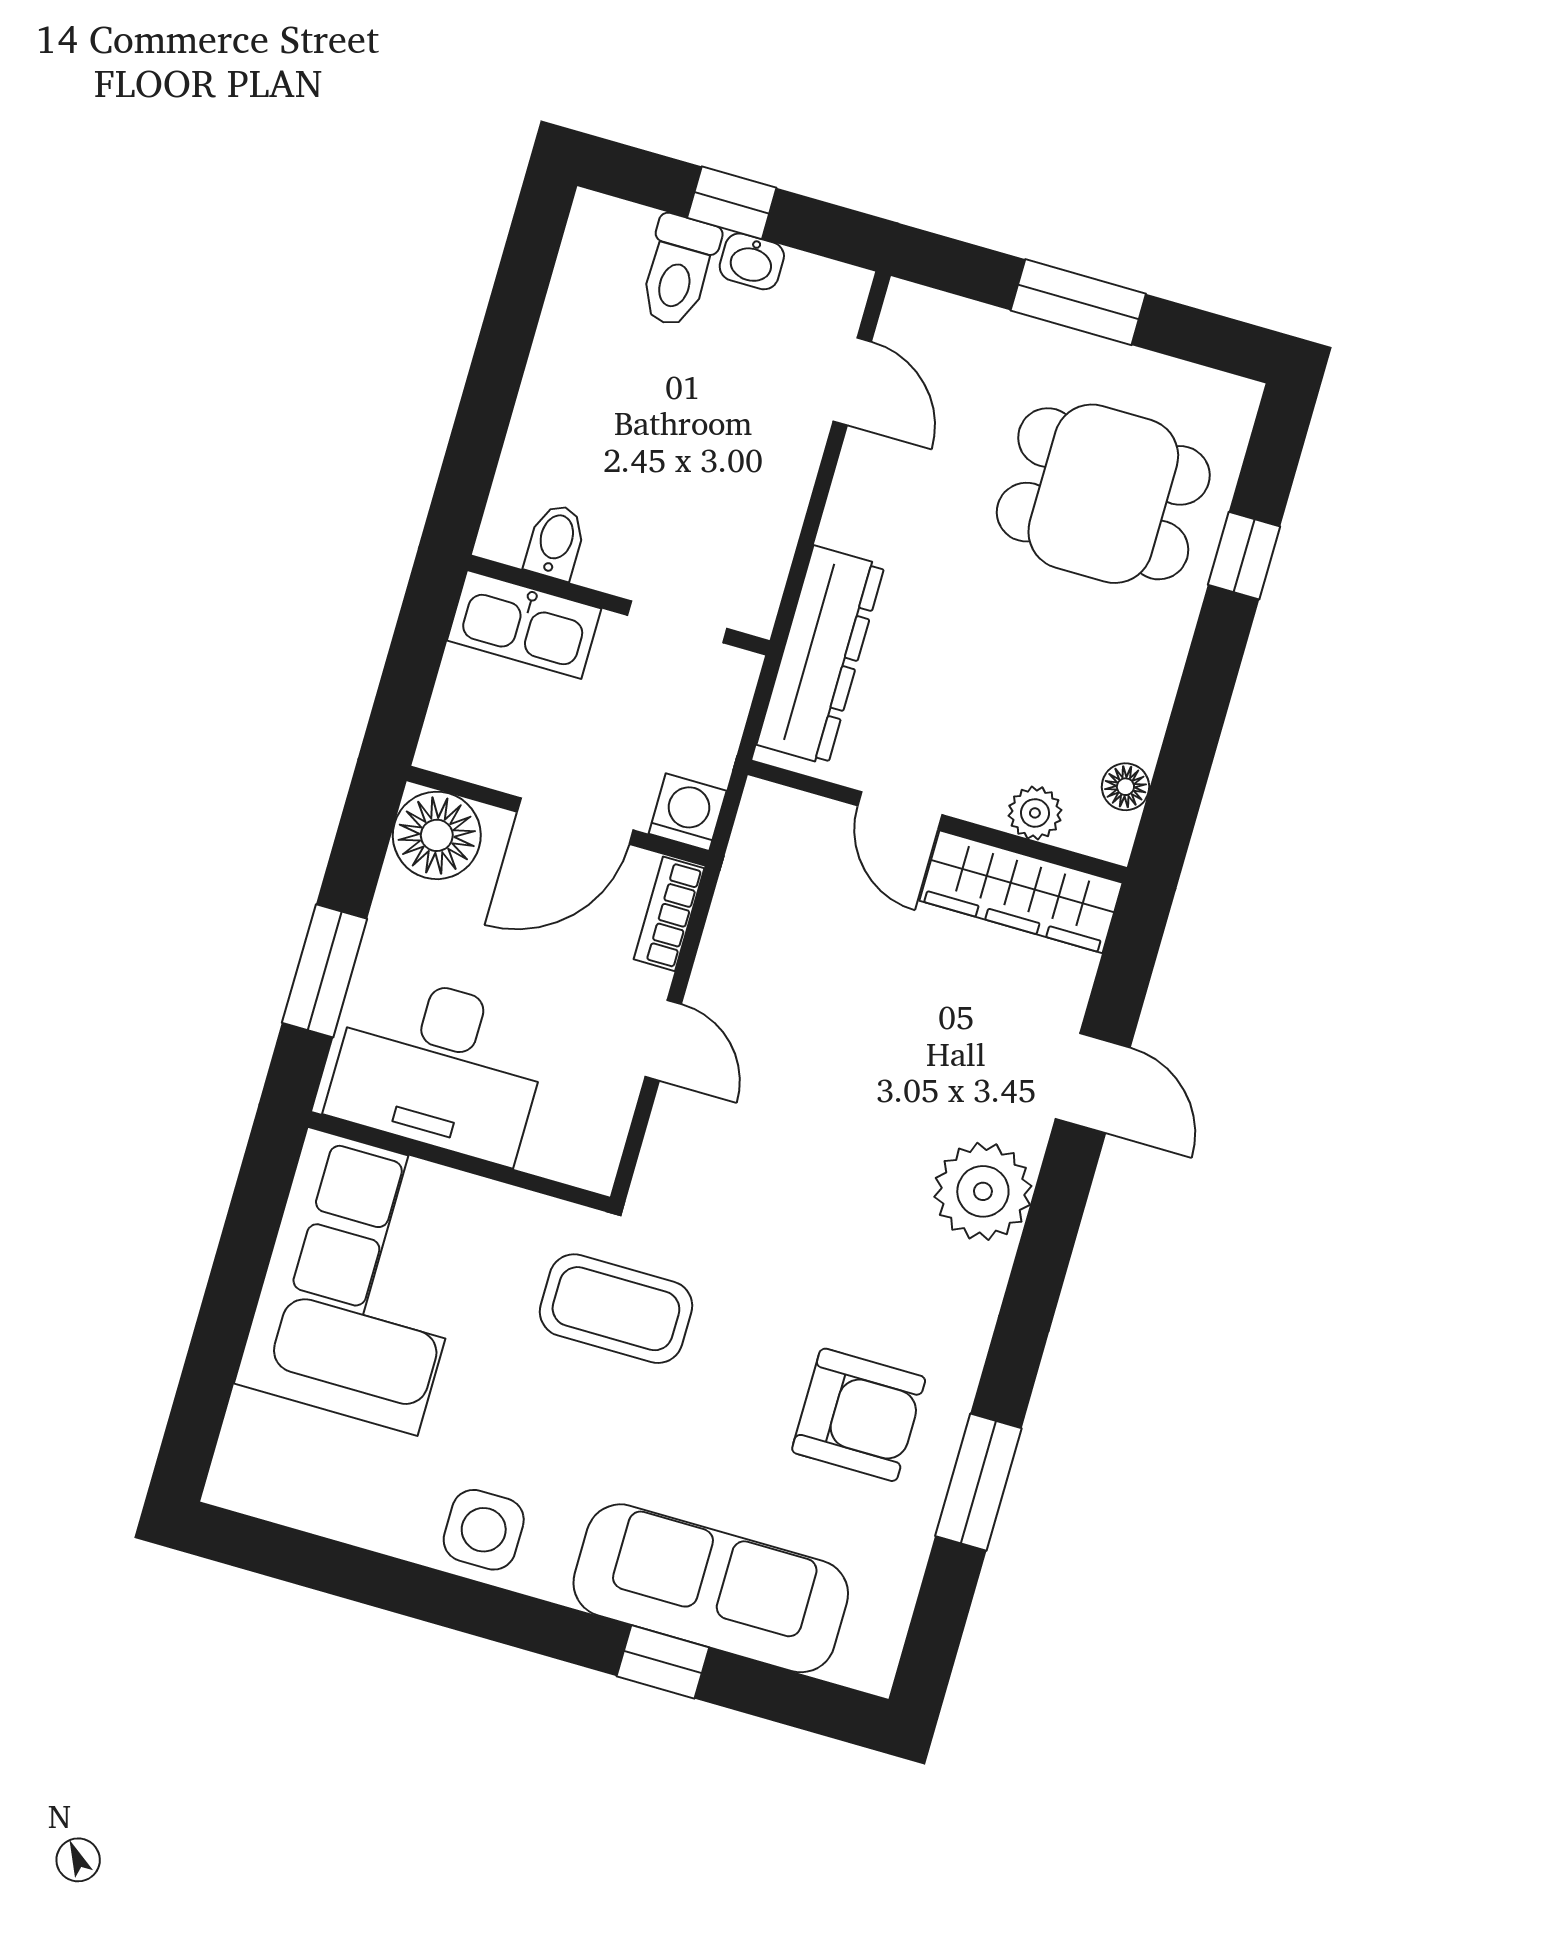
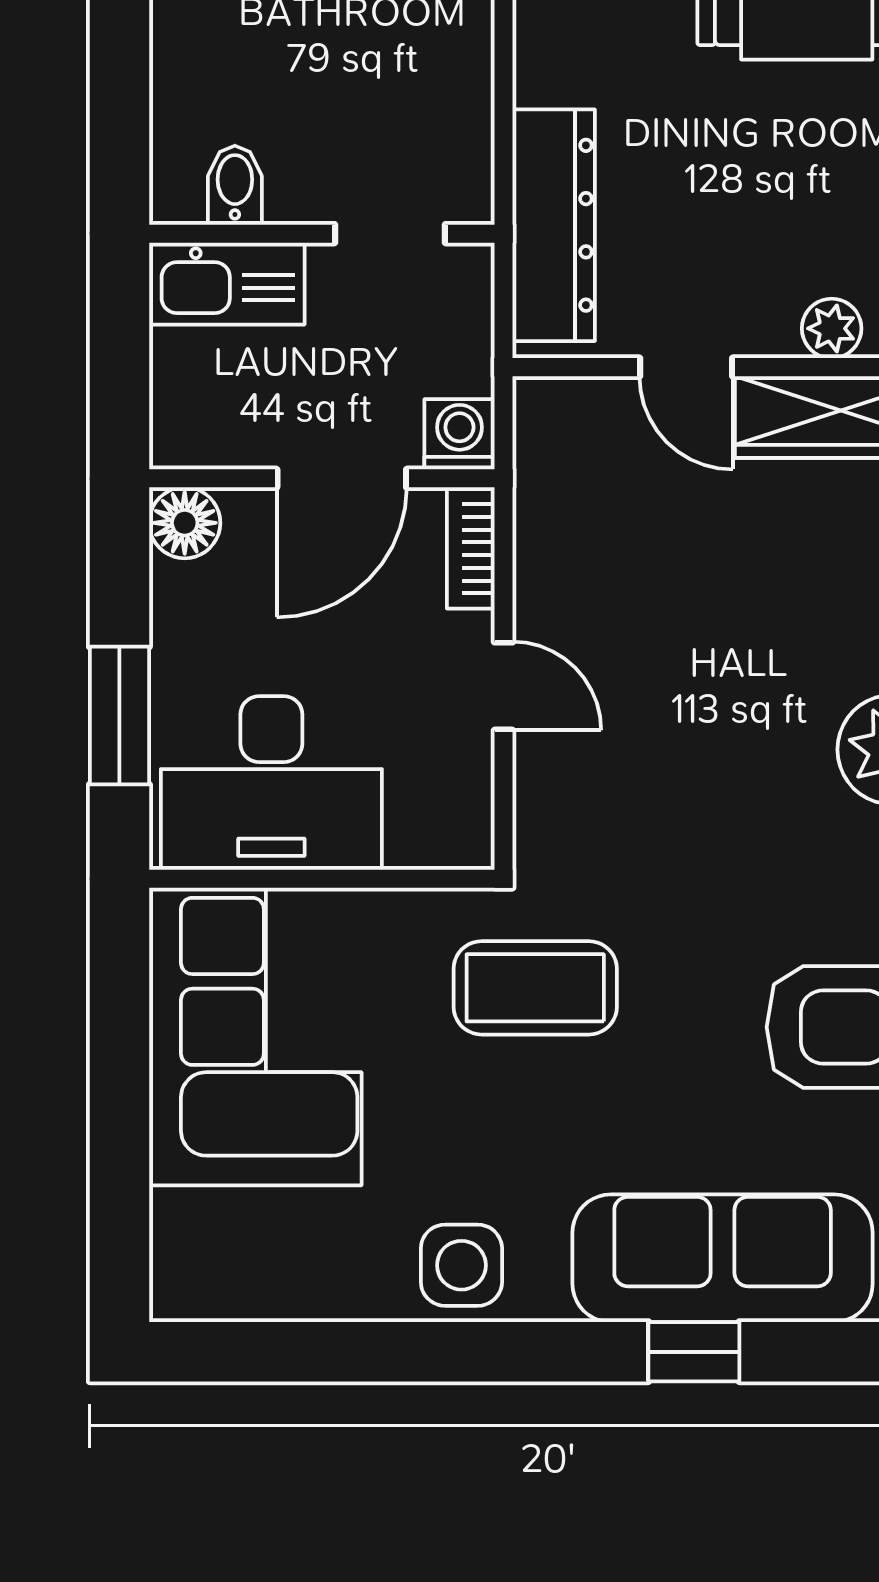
floor lamp: (437, 835) -> (185, 523), width x0.73, depth x0.73

